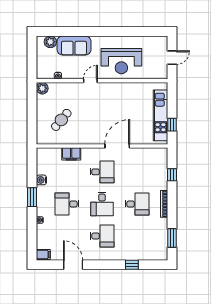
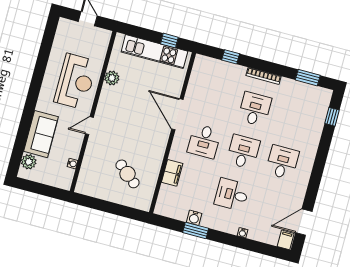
door: (90, 81) -> (89, 126), hinge flipped
plant: (42, 88) -> (112, 78), moved
desk: (102, 172) -> (204, 141), turned 180
window: (32, 197) -> (196, 230), moved
desk: (67, 204) -> (232, 194), turned 90
desk: (102, 204) -> (243, 152), turned -90
door: (73, 265) -> (304, 222), moved
window: (132, 265) -> (332, 117), moved

